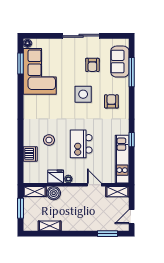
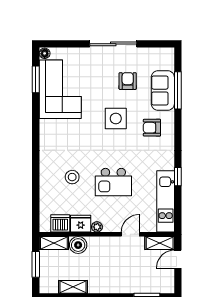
sofa: (120, 62) -> (163, 91), moved
armchair: (92, 65) -> (128, 81), turned 180
armchair: (111, 101) -> (152, 128), turned -90
kitchen island: (81, 144) -> (113, 182), turned -90
dishwasher: (30, 154) -> (60, 223), moved, turned -90
door: (94, 185) -> (130, 234), hinge flipped
door: (132, 217) -> (178, 259), moved

